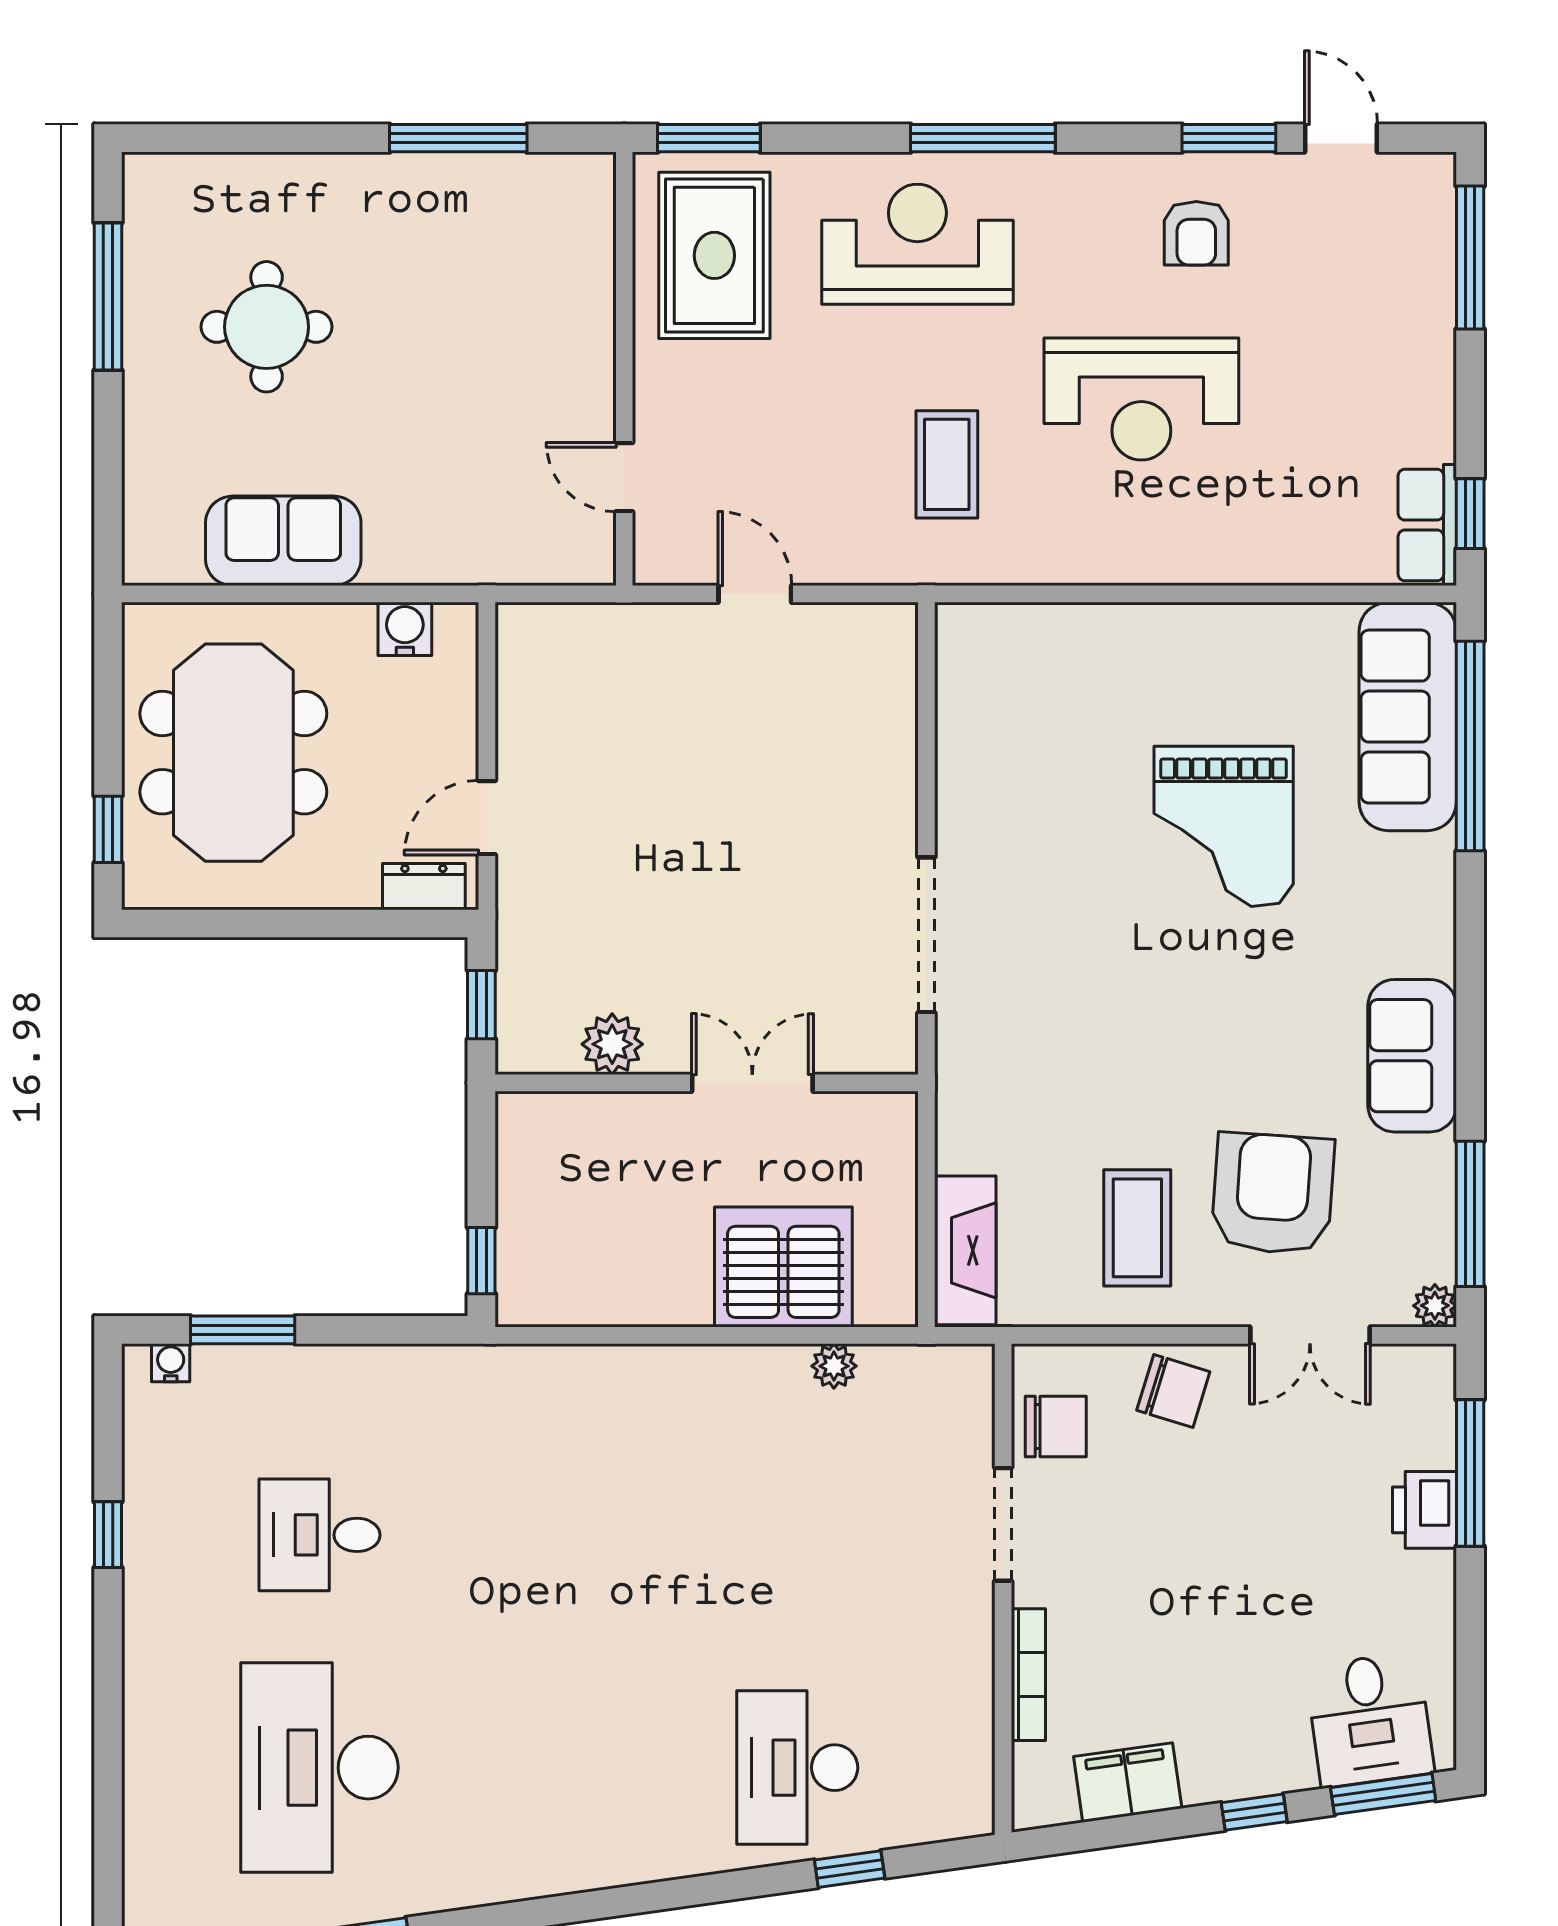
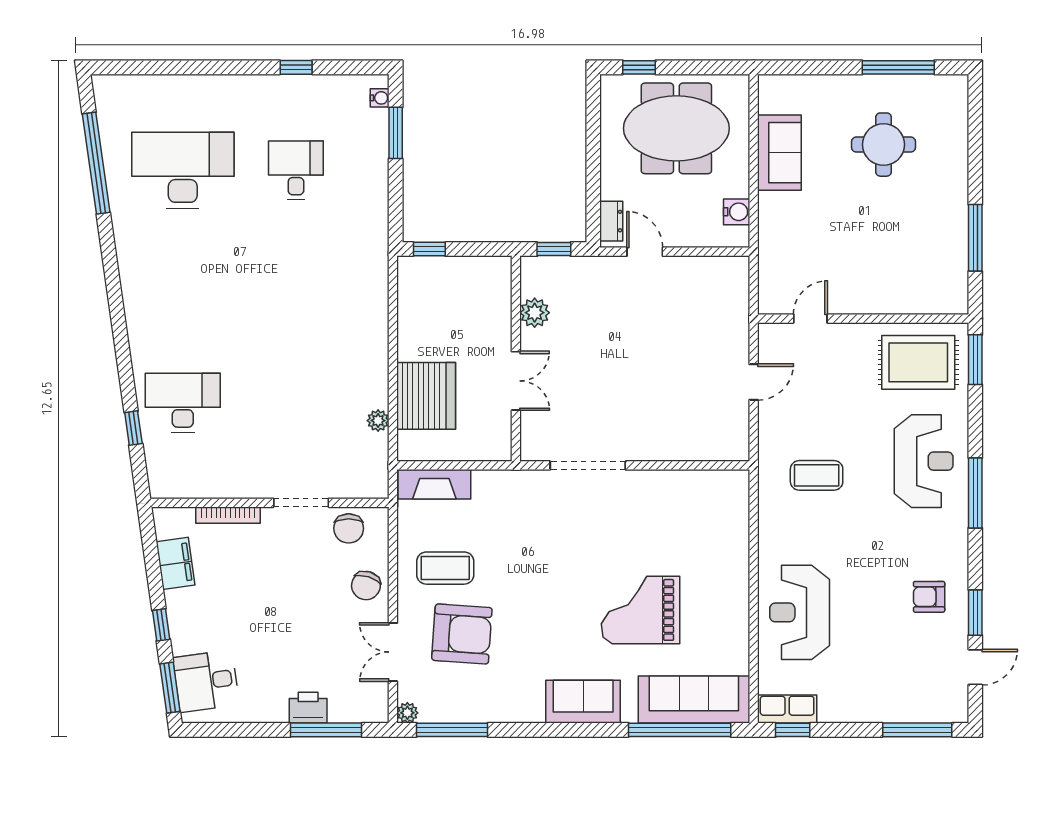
reception desk: (1141, 399) -> (800, 612), moved
sofa: (1412, 1056) -> (583, 702), moved

